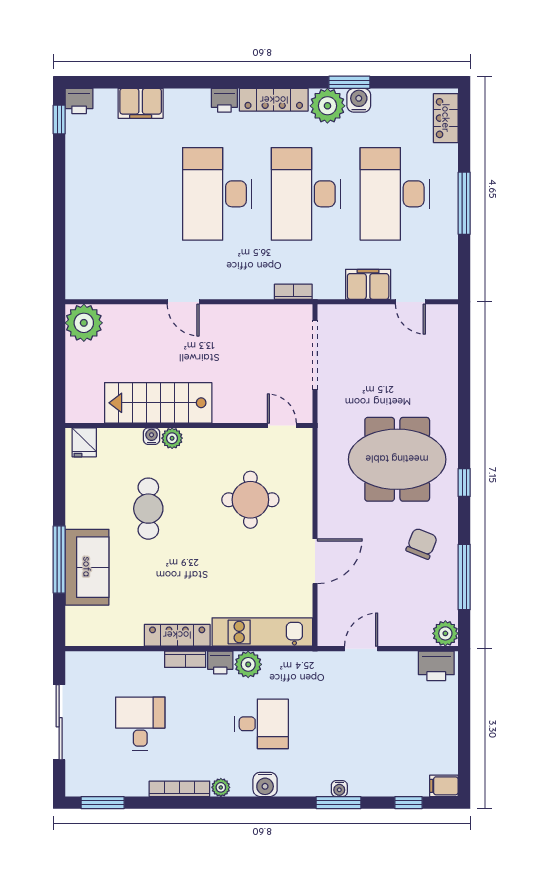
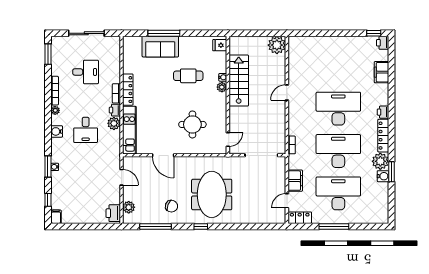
locker: (446, 118) -> (300, 218), moved
plant: (445, 633) -> (129, 207), moved

